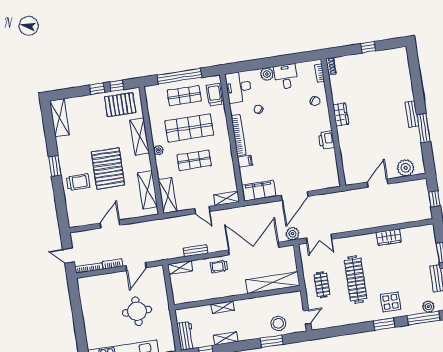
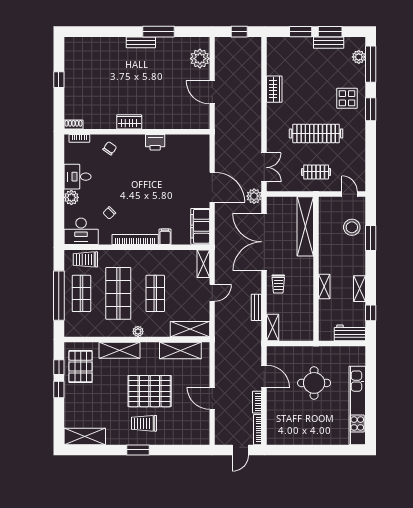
trolley: (78, 182) -> (144, 423), moved, turned -90

